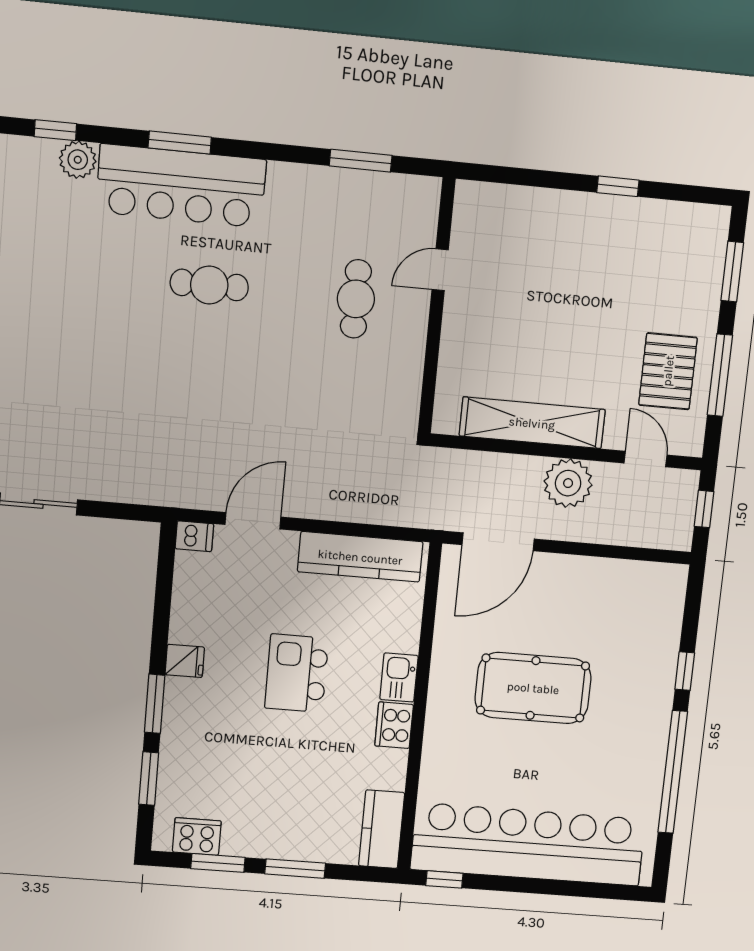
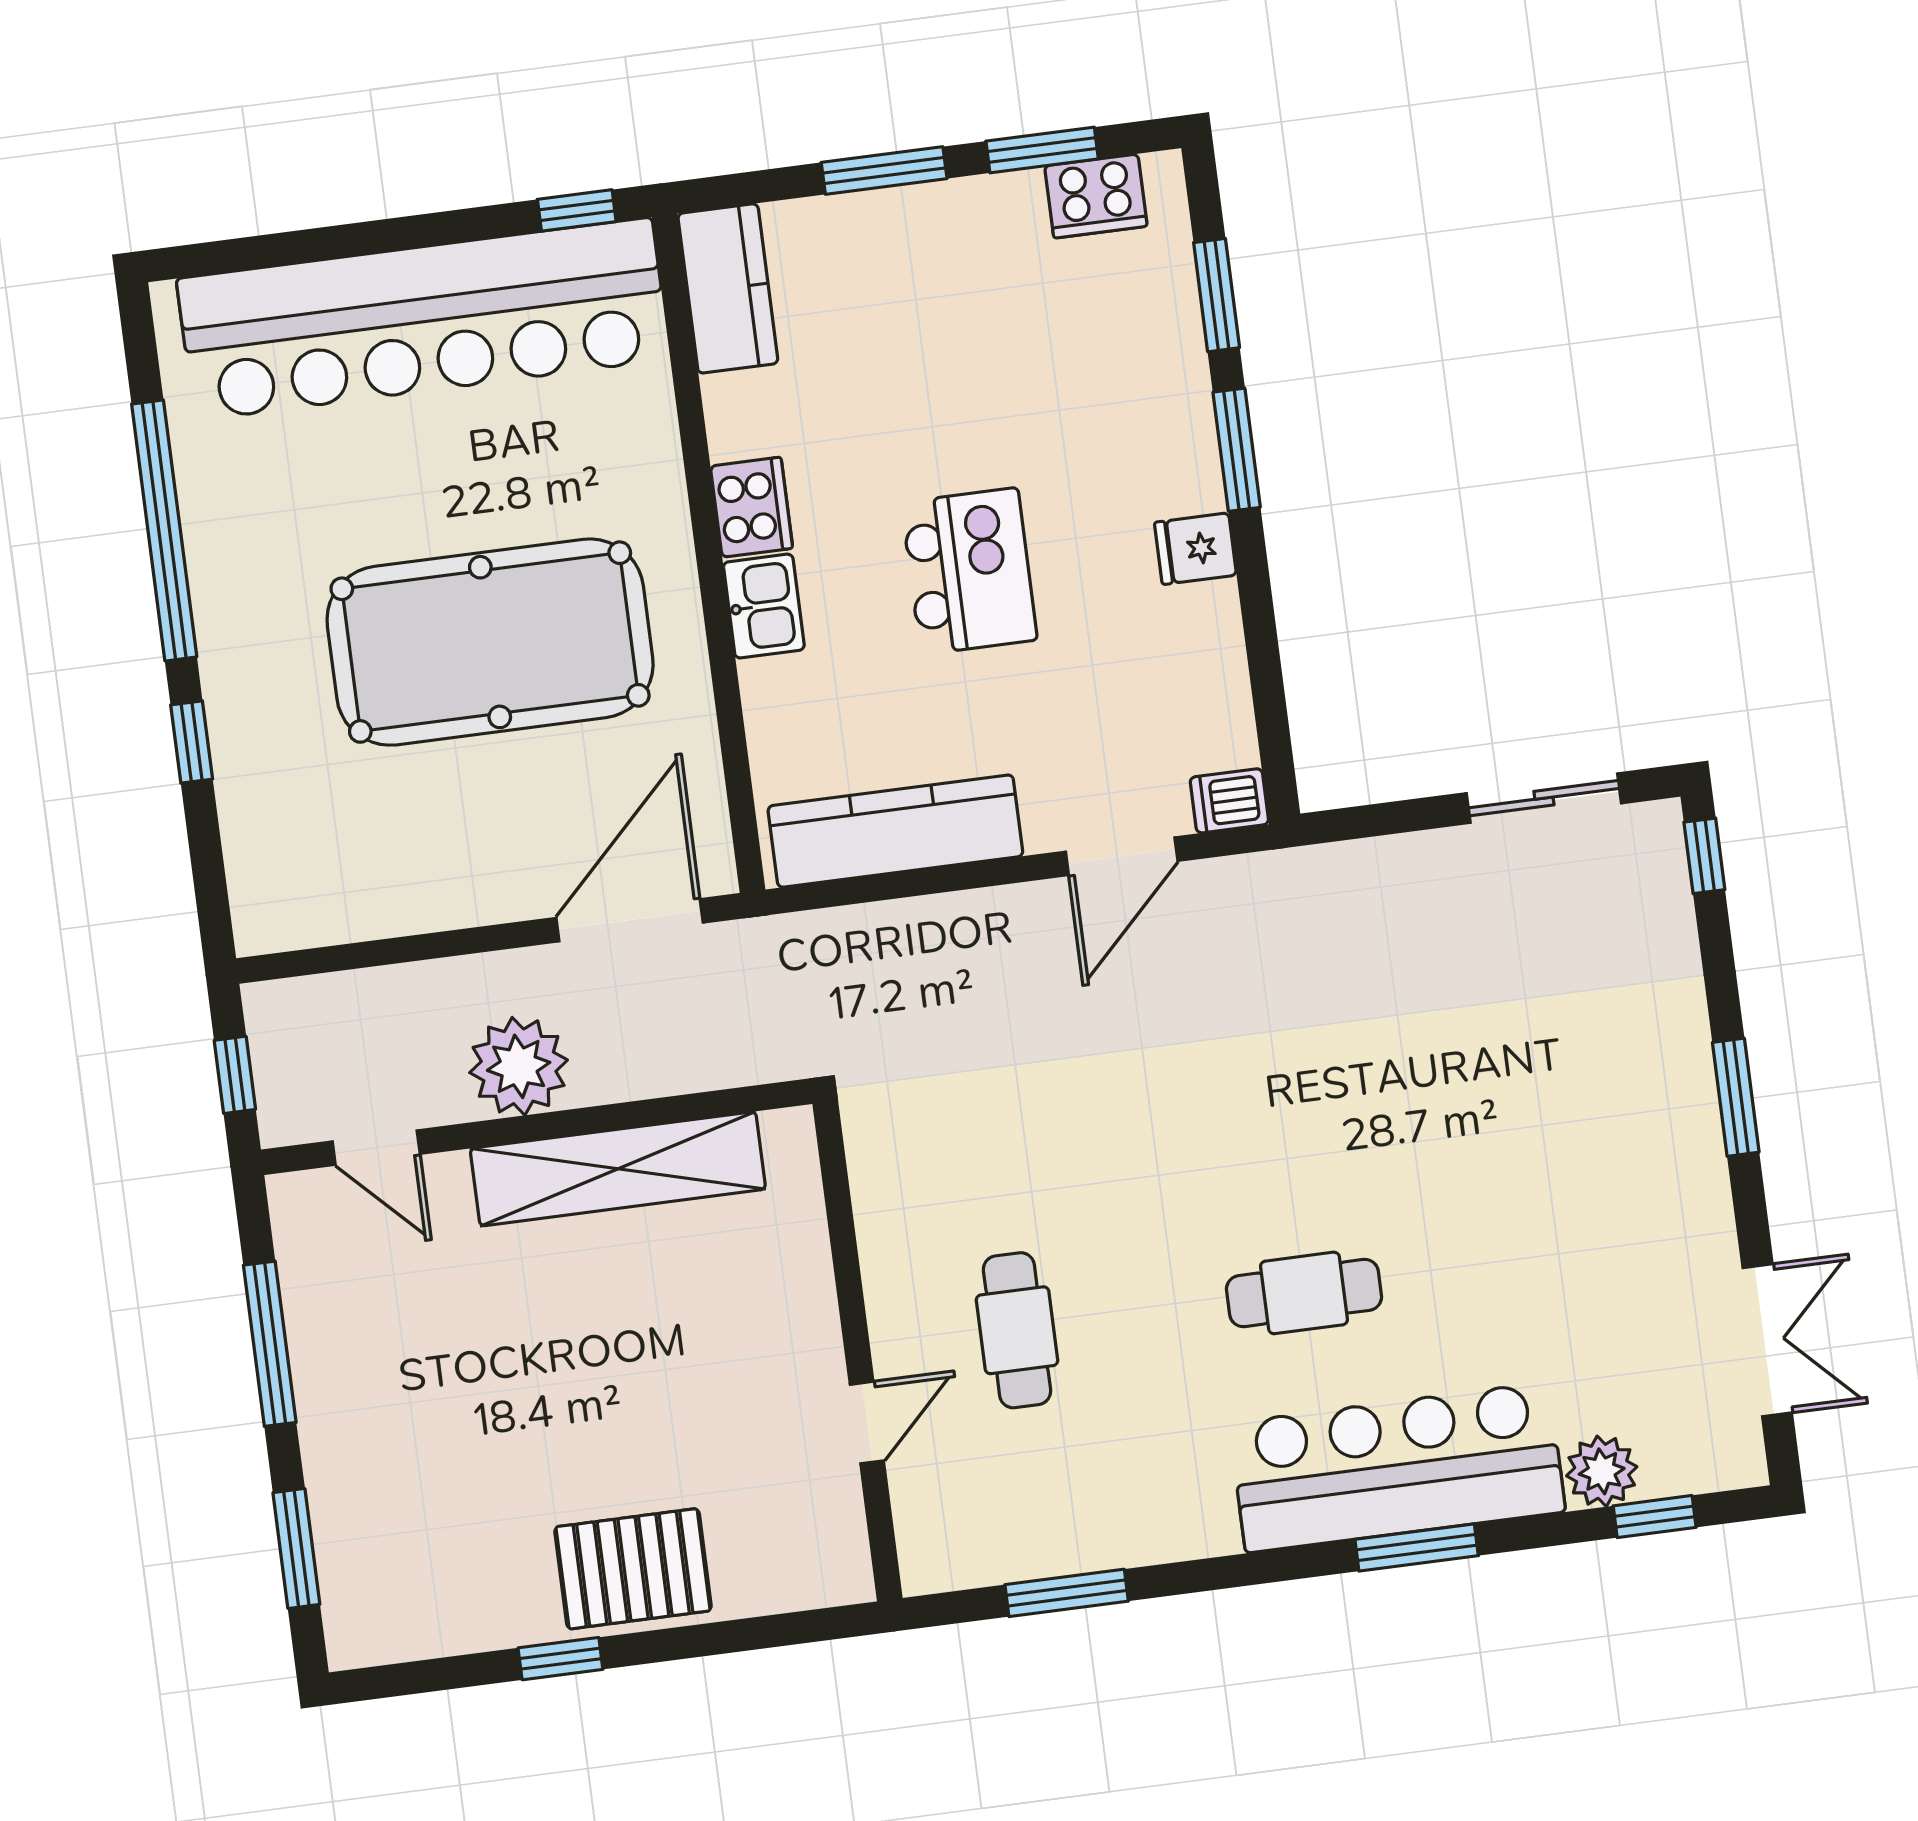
pallet: (668, 371) -> (633, 1569), moved, turned 90
pool table: (533, 688) -> (490, 642), width x1.36, depth x1.32

